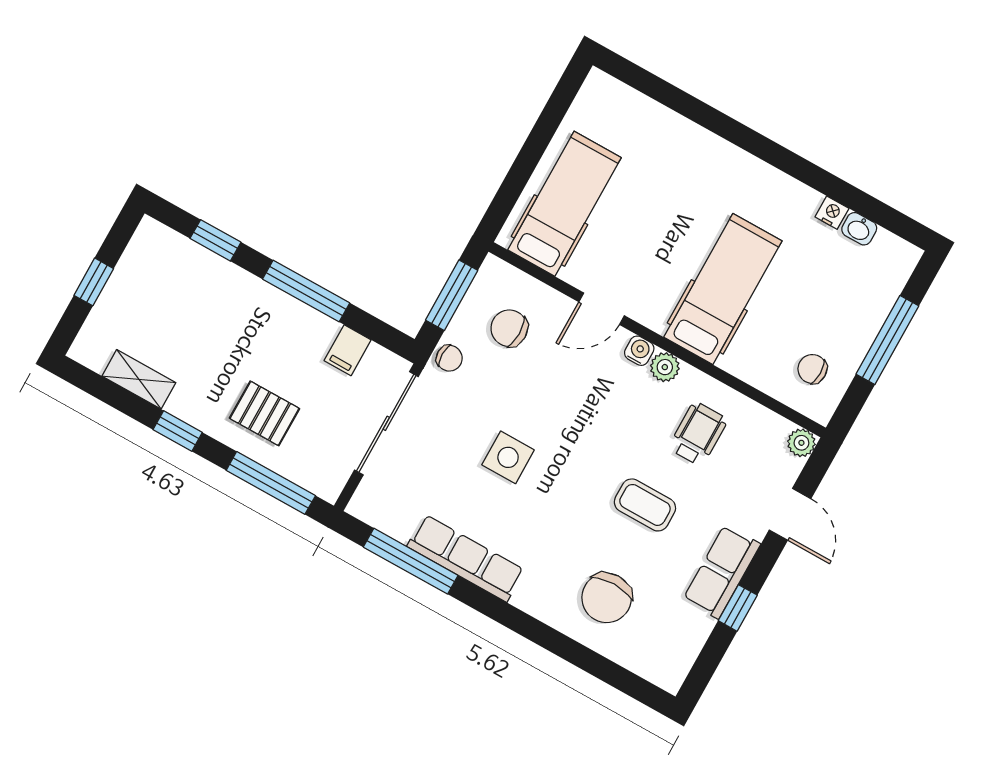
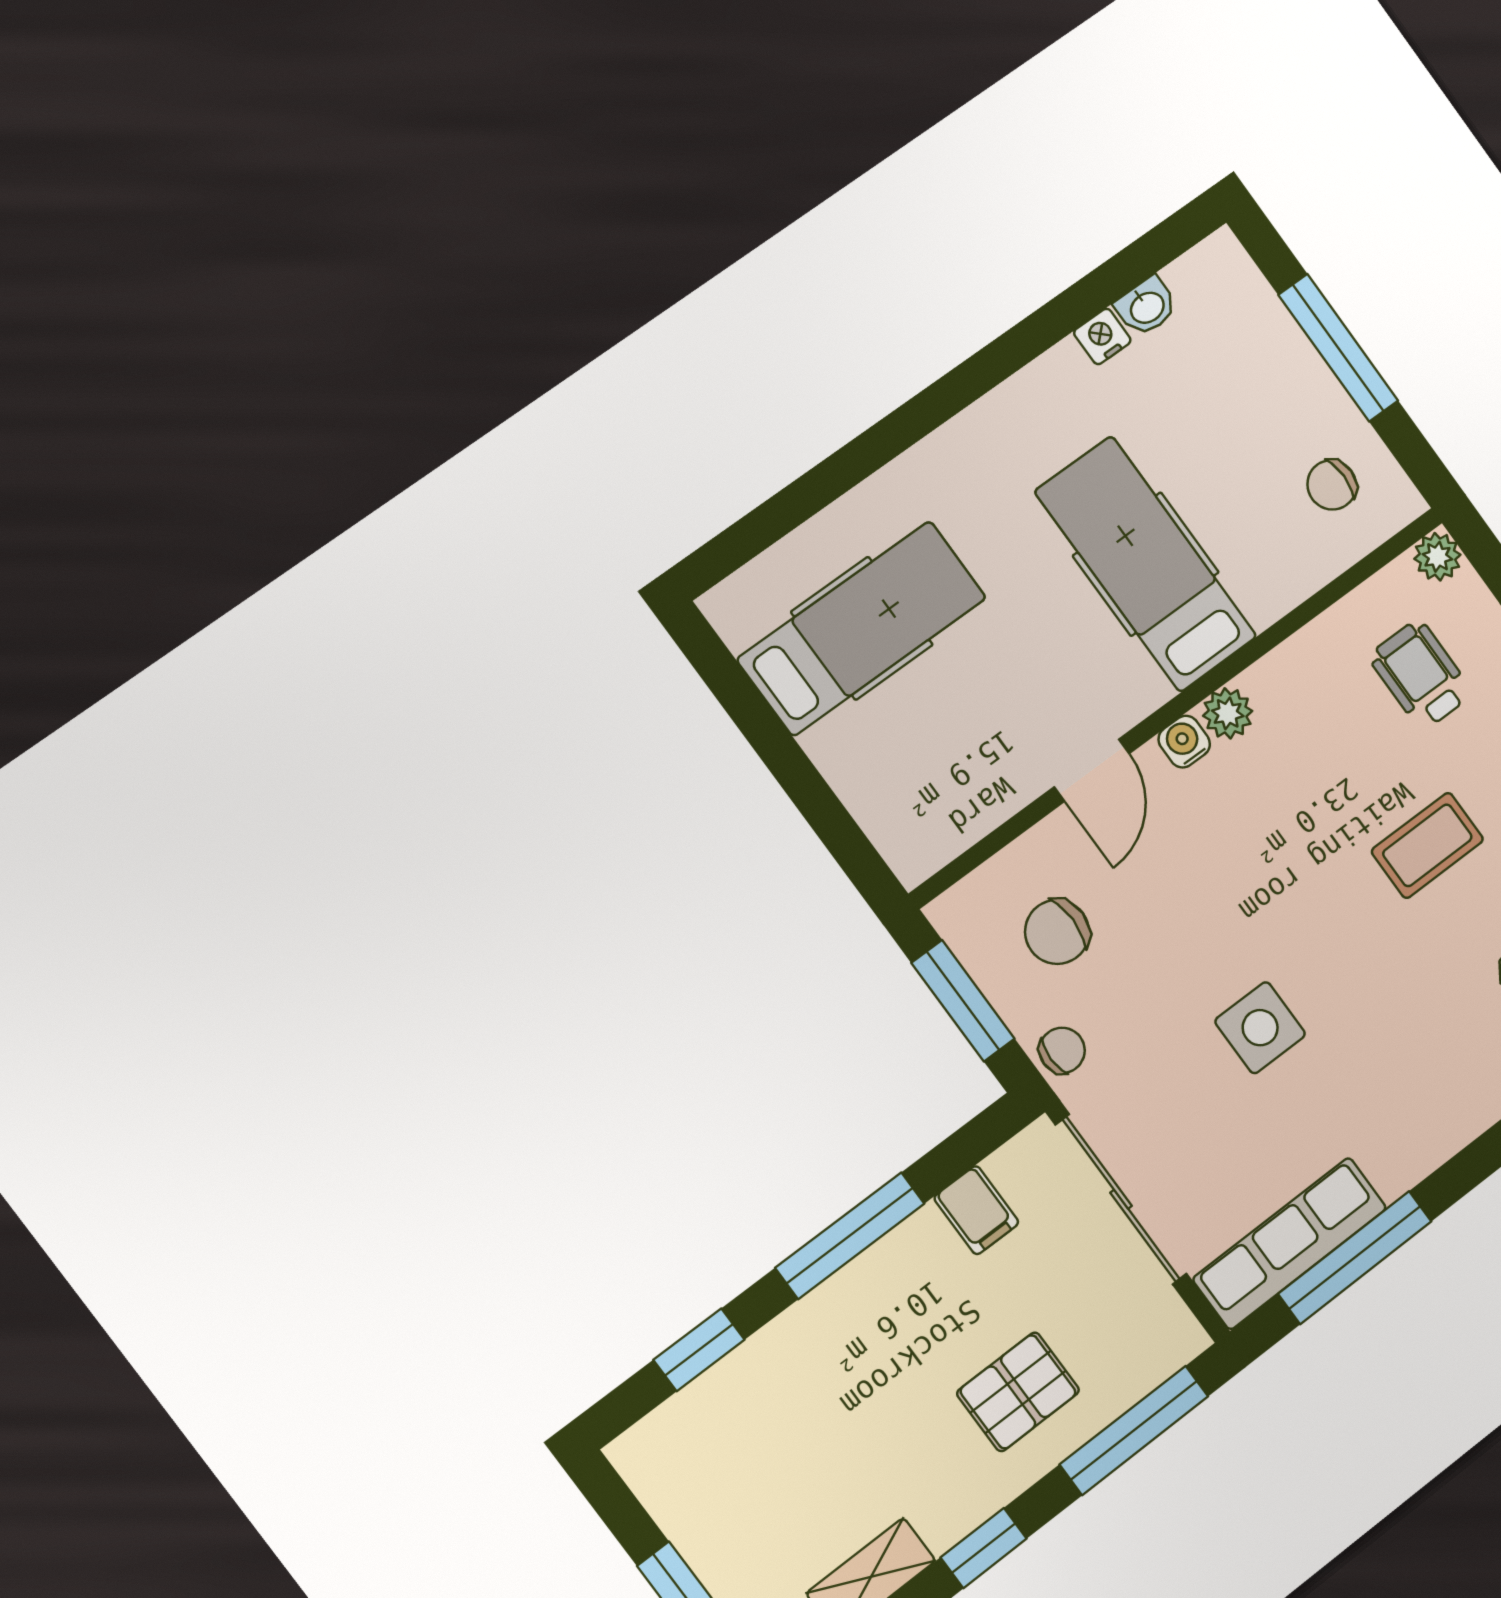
hospital bed: (564, 204) -> (862, 628), moved, turned 90
wheelchair: (698, 434) -> (1421, 675), moved
row of seats: (466, 558) -> (1290, 1243), moved

